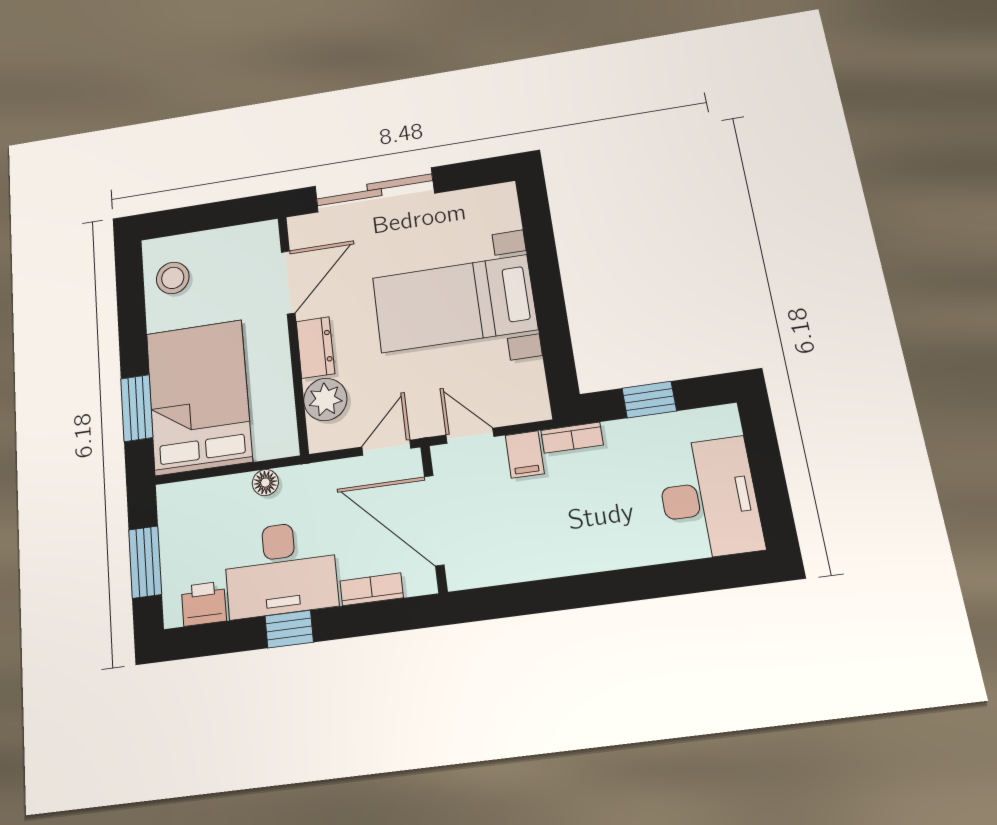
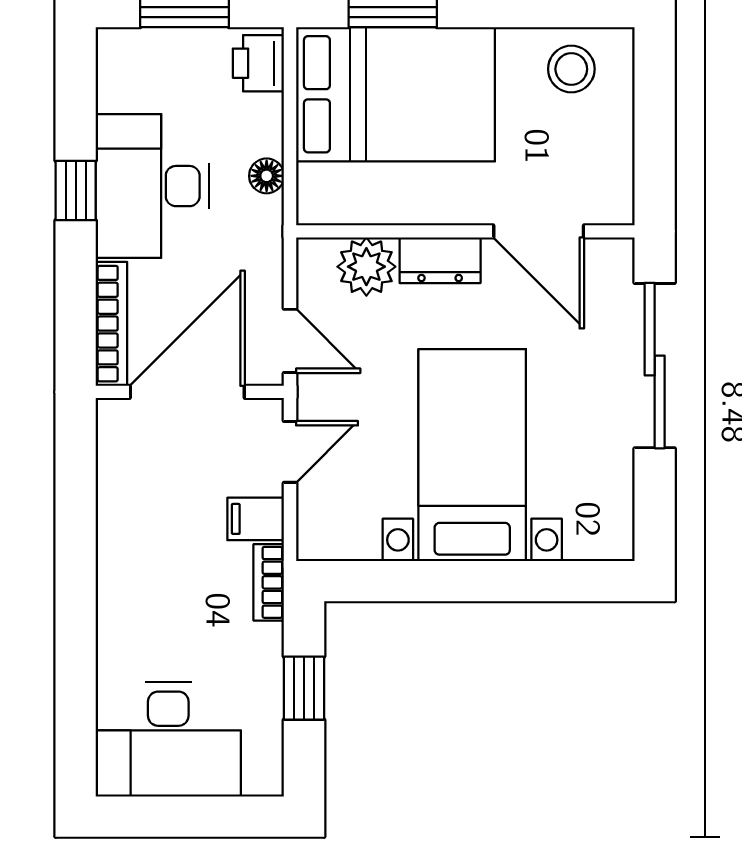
bookcase: (372, 589) -> (111, 324), width x1.56
printer: (204, 604) -> (258, 63), moved, turned 180

